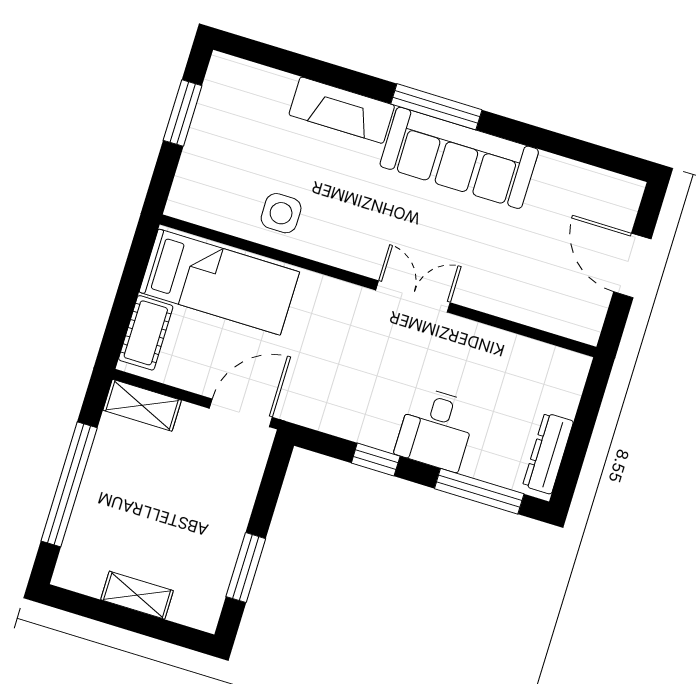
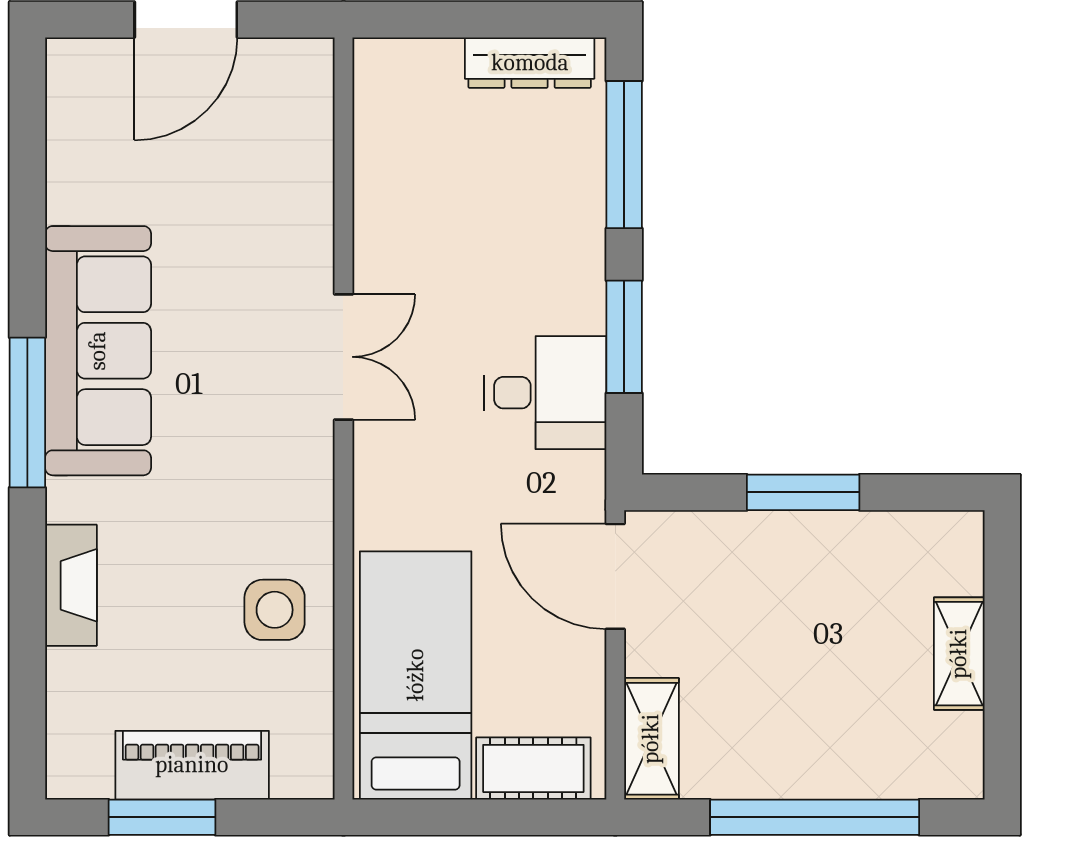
fireplace: (342, 110) -> (71, 585), width x0.73, depth x0.76
piano: (207, 139) -> (192, 765), added
double door: (413, 296) -> (343, 357), swing flipped
desk: (436, 429) -> (545, 393), moved
window: (376, 460) -> (624, 337), width x1.50
window: (246, 568) -> (803, 492), moved

